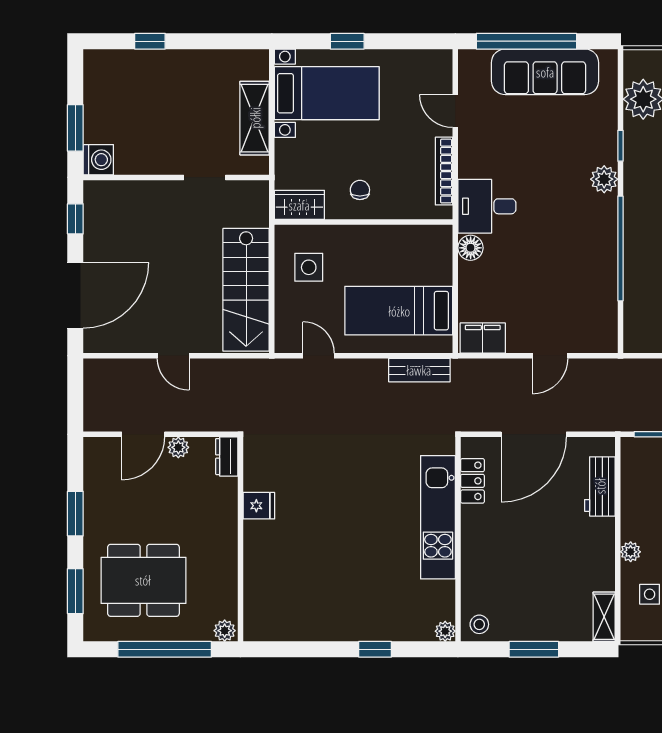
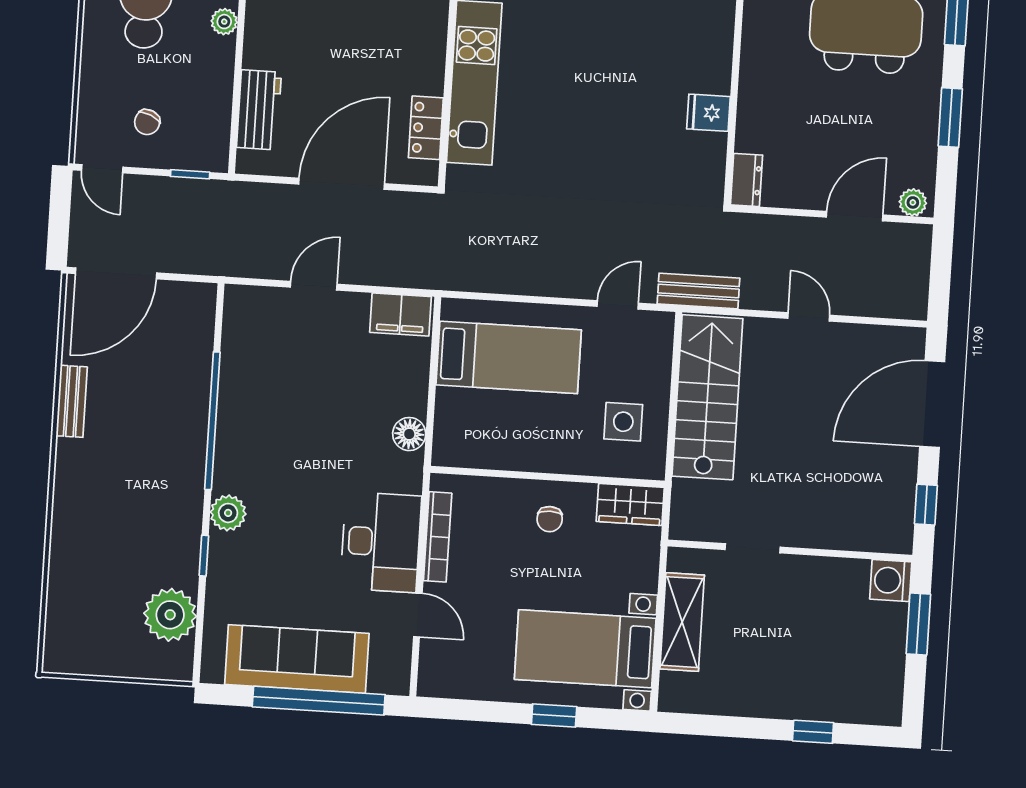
desk: (487, 206) -> (381, 542), moved, width x1.37
door: (319, 356) -> (618, 305), swing flipped
bench: (419, 370) -> (698, 291), moved
plant: (178, 447) -> (913, 202), moved

